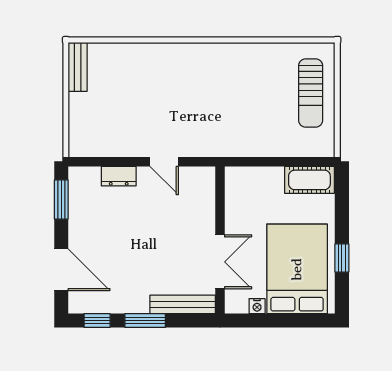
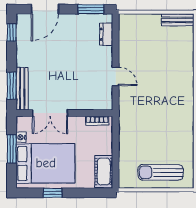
door: (164, 162) -> (116, 76), swing flipped
dresser: (119, 176) -> (106, 34), moved
bookcase: (232, 190) -> (97, 121), added
window: (145, 320) -> (12, 86), moved
window: (275, 320) -> (12, 149), added

